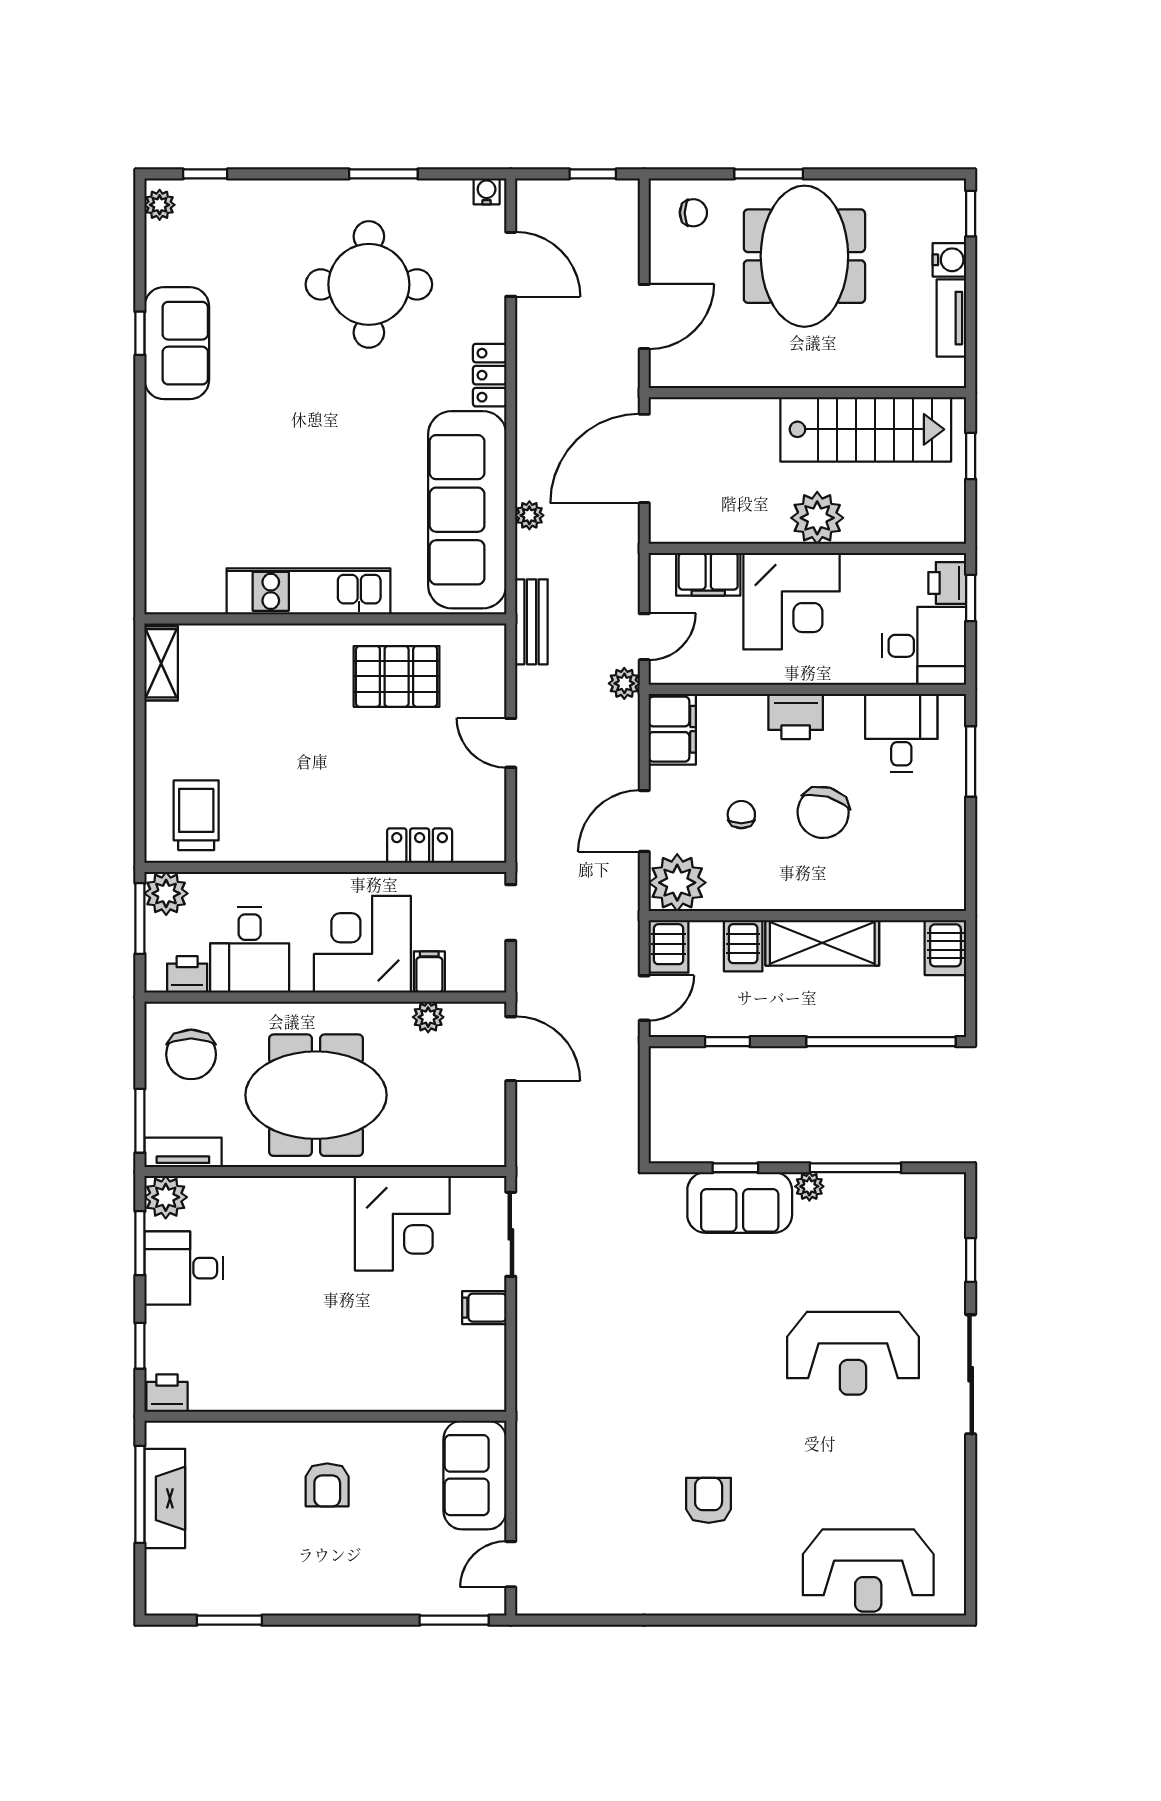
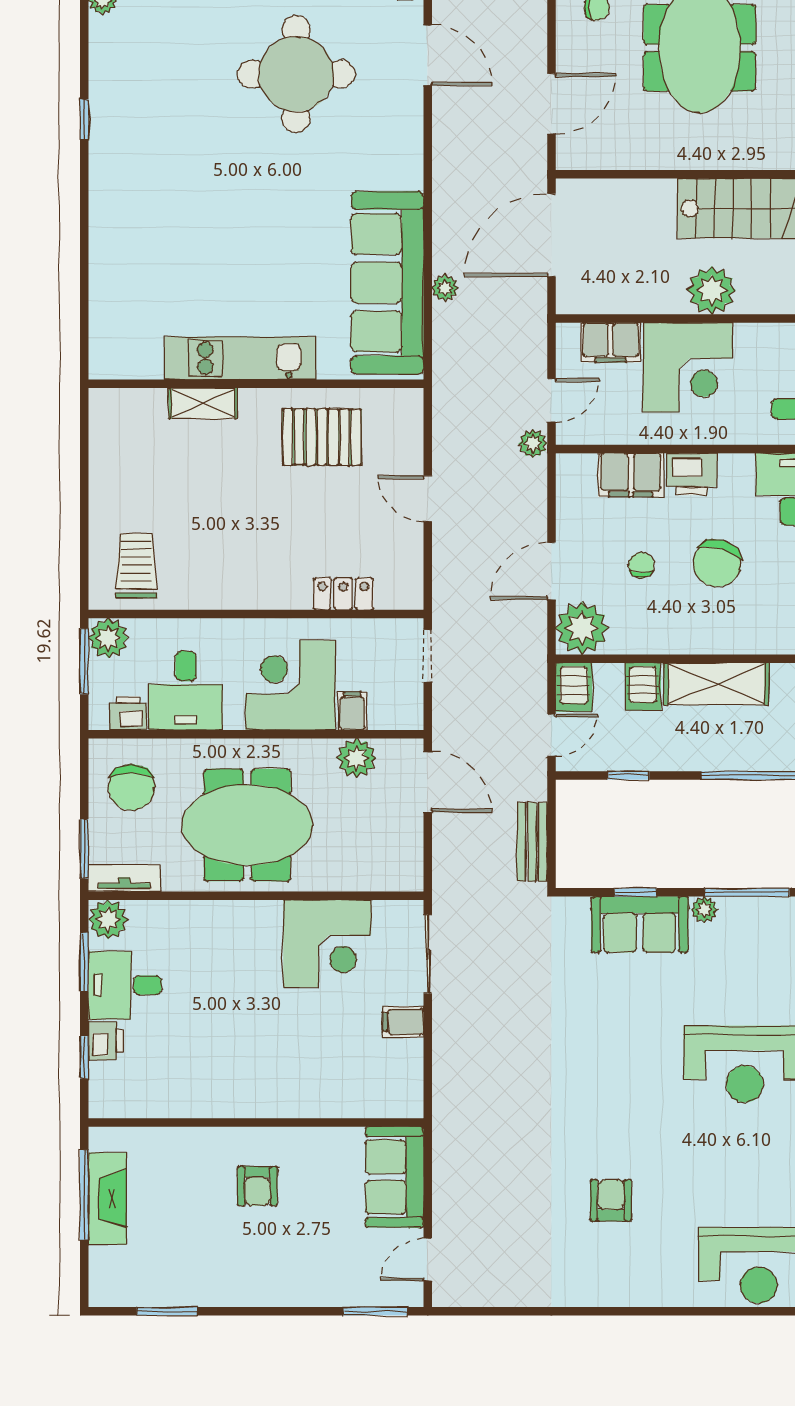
sofa: (177, 343) -> (118, 128), removed
locker: (490, 375) -> (408, 158), removed
bench: (531, 622) -> (532, 842), moved
shelving: (161, 663) -> (203, 403), moved, turned 90
filing cabinet: (672, 729) -> (631, 475), moved, turned 90
plant: (428, 1017) -> (357, 758), width x1.38, depth x1.38
printer: (167, 1393) -> (106, 1041), moved, turned 90

